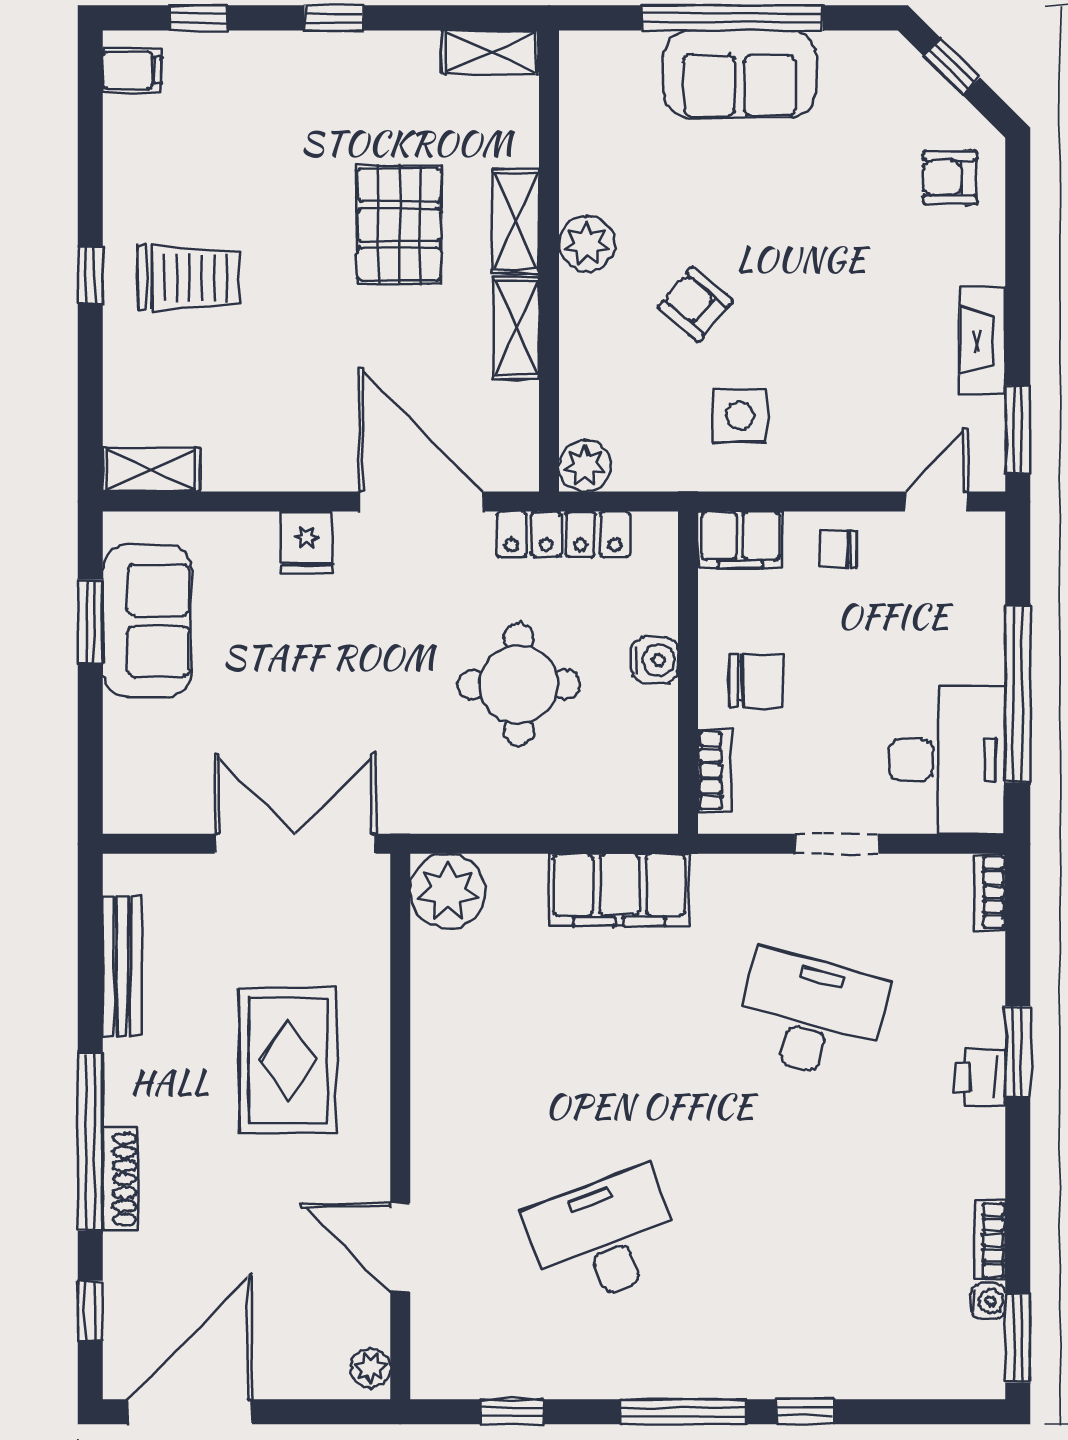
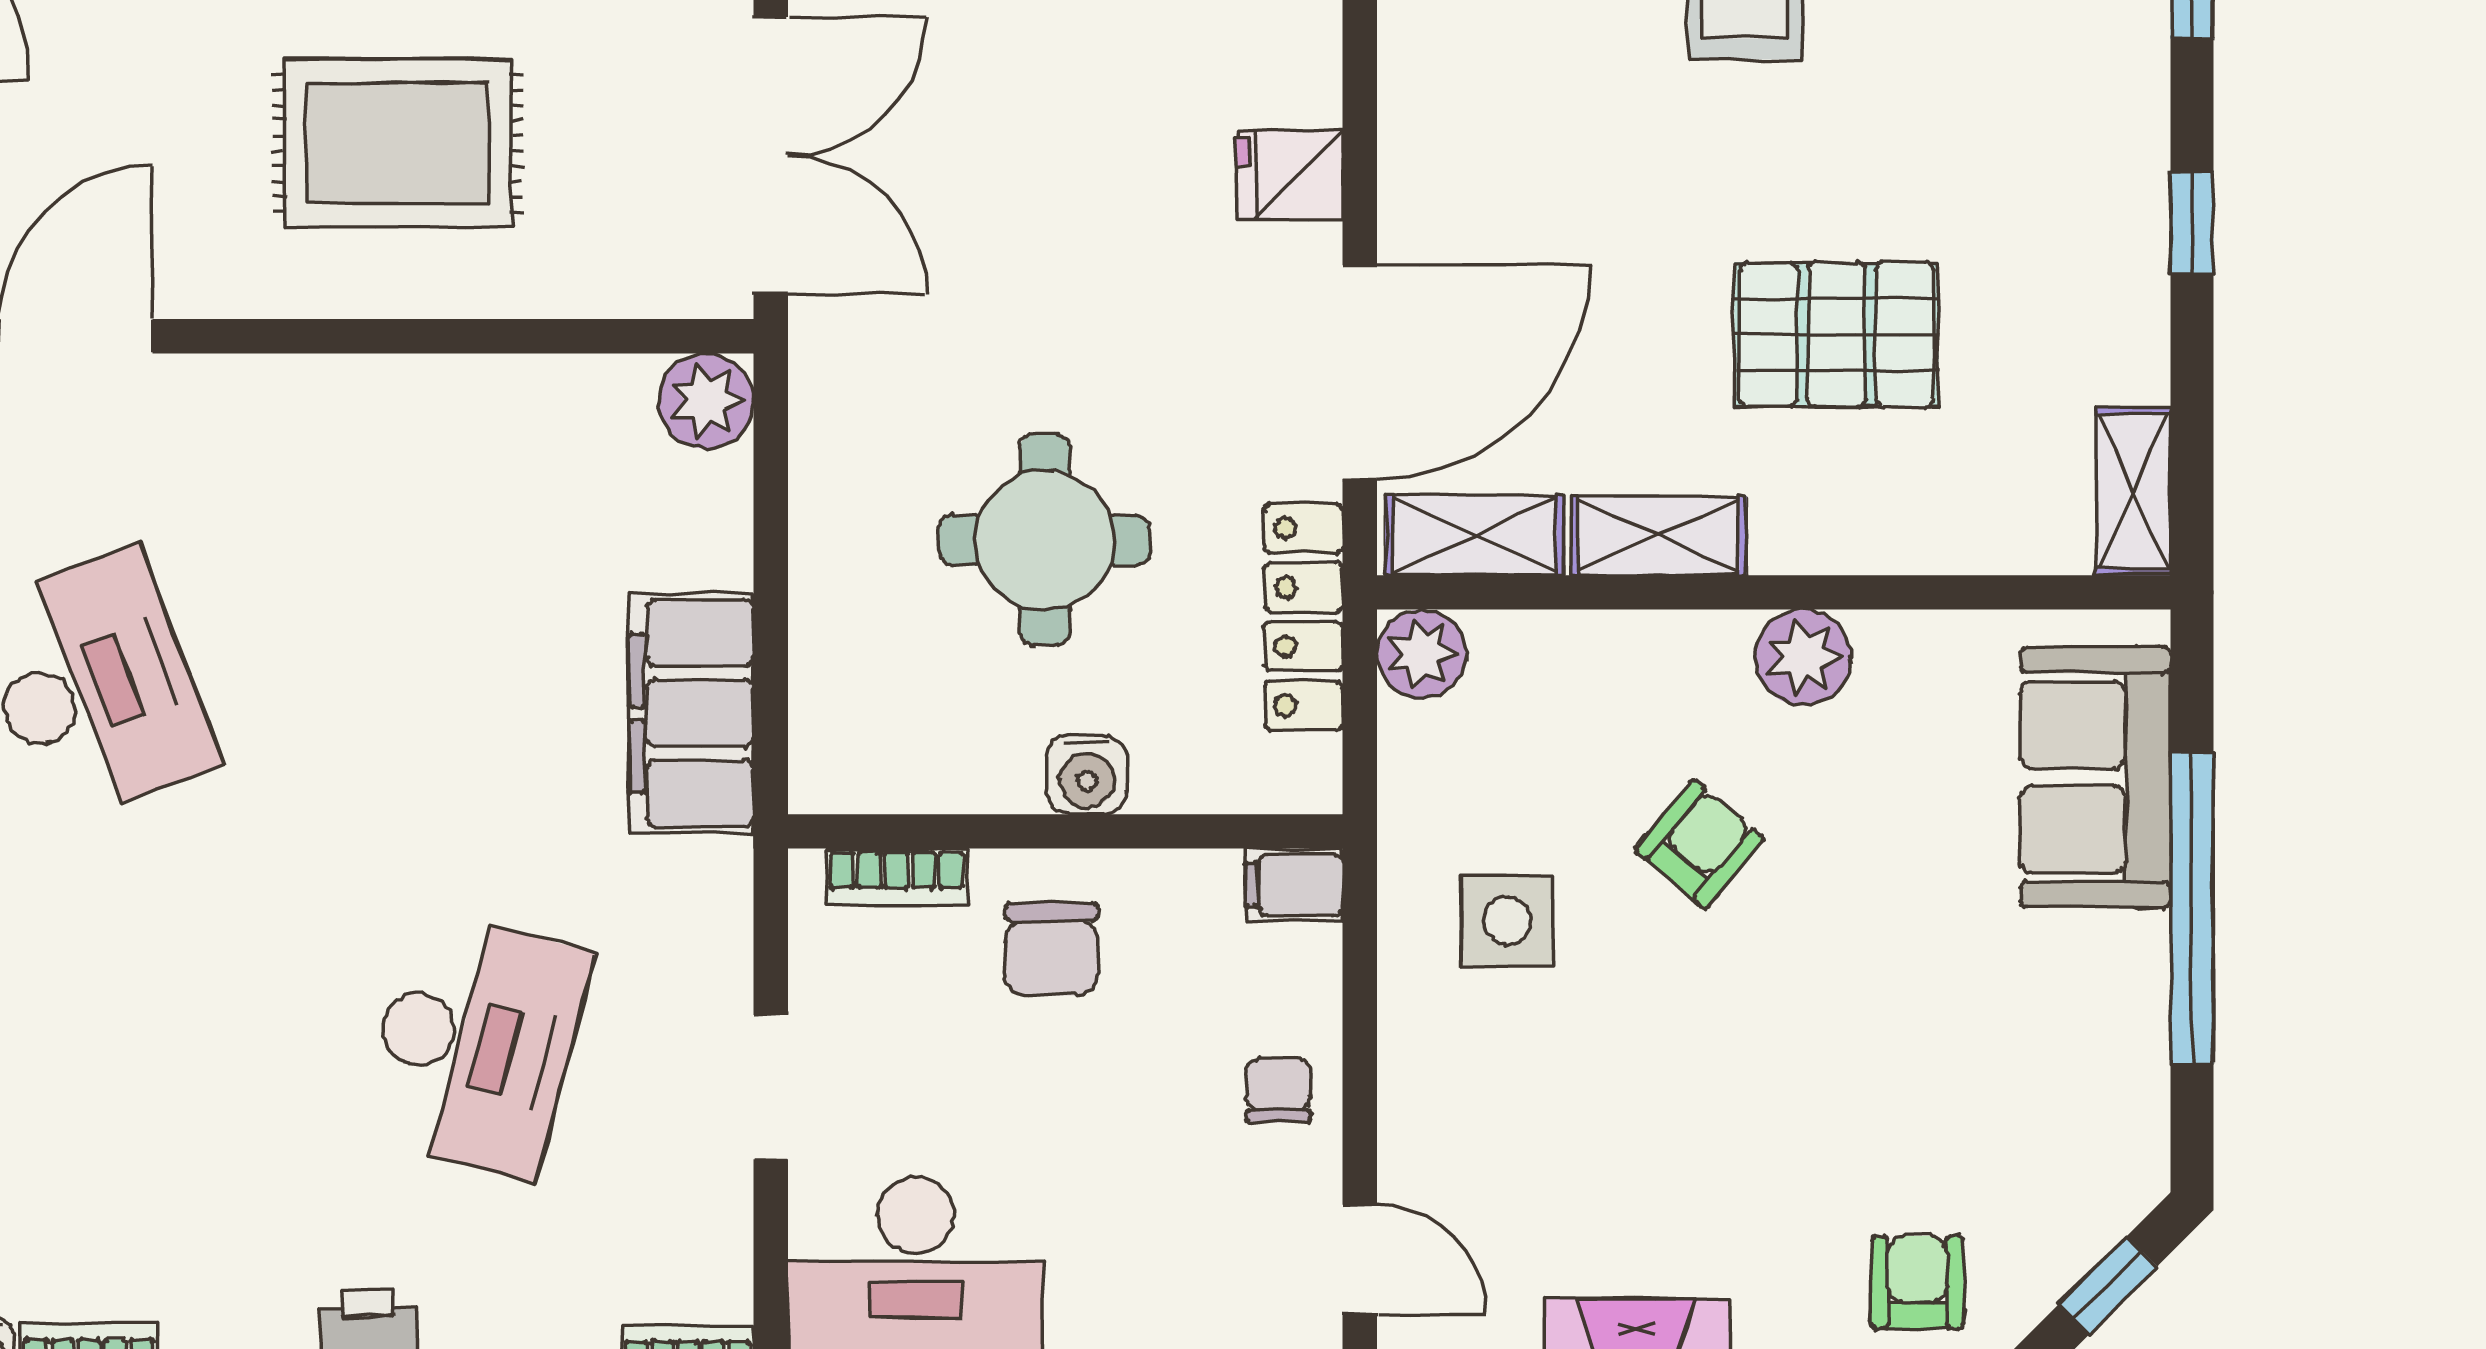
sofa: (740, 74) -> (2095, 777), moved
shelving: (516, 221) -> (1475, 535), moved
filing cabinet: (740, 540) -> (1294, 885), width x0.50
plant: (448, 891) -> (706, 401), width x0.73, depth x0.73

